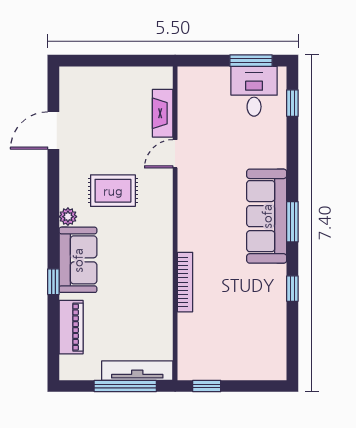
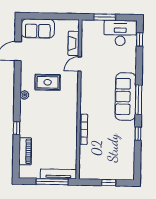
window: (251, 61) -> (105, 17), moved
desk: (254, 91) -> (120, 33), width x1.37
window: (292, 222) -> (139, 100), width x1.44
sofa: (78, 260) -> (38, 28), moved, turned 90
window: (207, 386) -> (109, 183), moved

